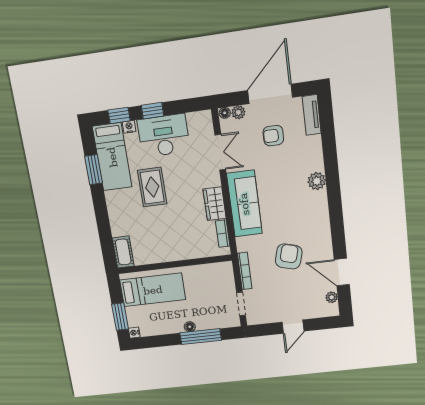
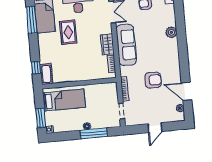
window: (94, 170) -> (32, 20), width x1.44
window: (107, 243) -> (36, 68), added
armchair: (289, 256) -> (153, 80), turned 75

